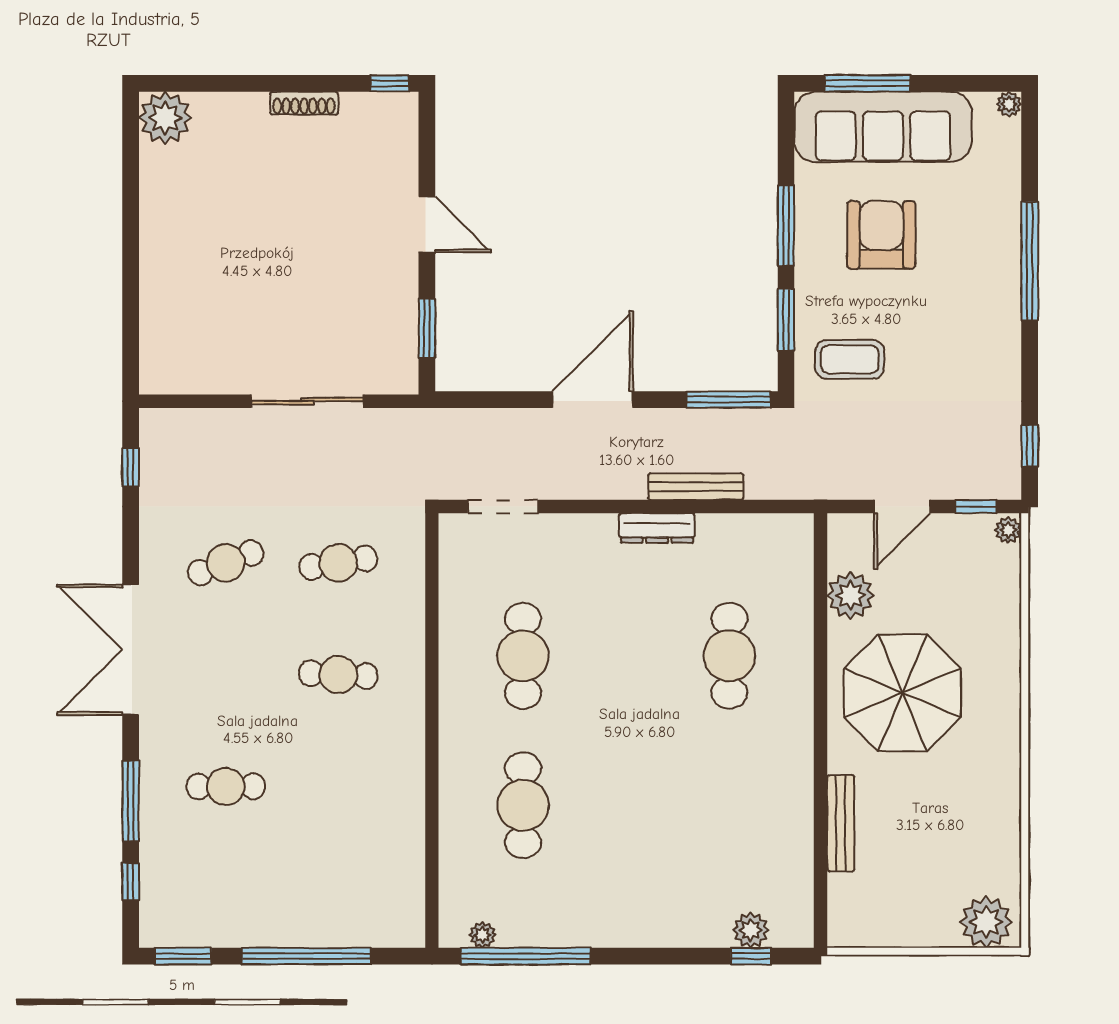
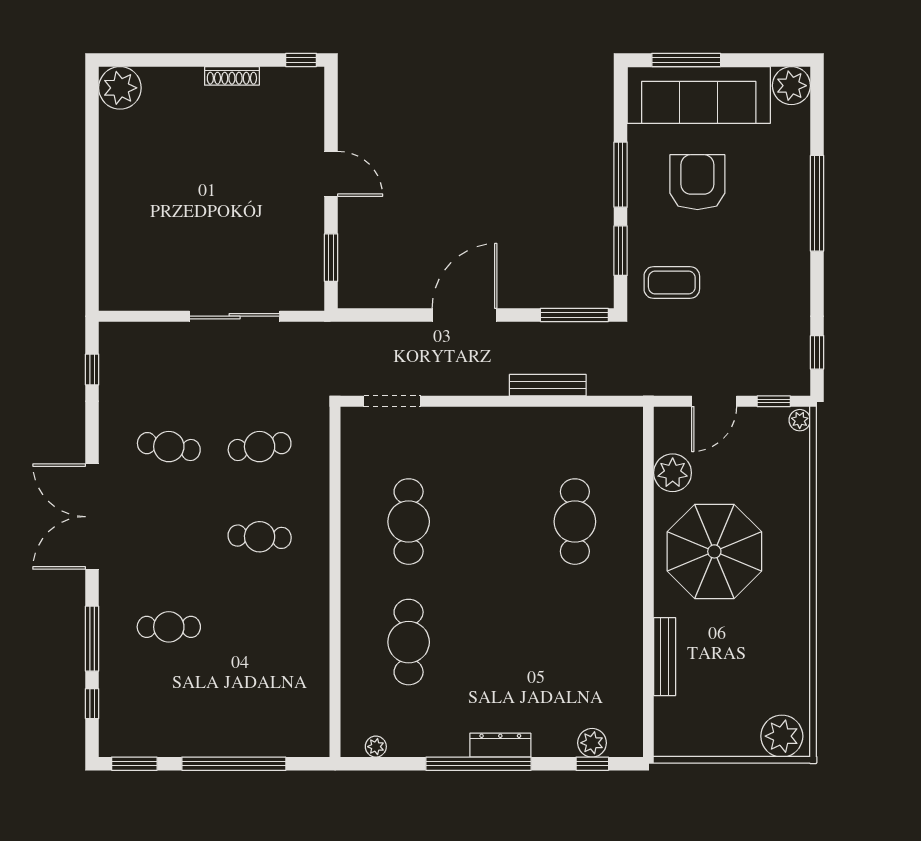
plant: (1009, 104) -> (791, 86), width x1.87, depth x1.87
dresser: (657, 528) -> (500, 745), moved, turned 180
cafe table: (226, 563) -> (169, 447), turned 30
window: (526, 956) -> (478, 764), moved

